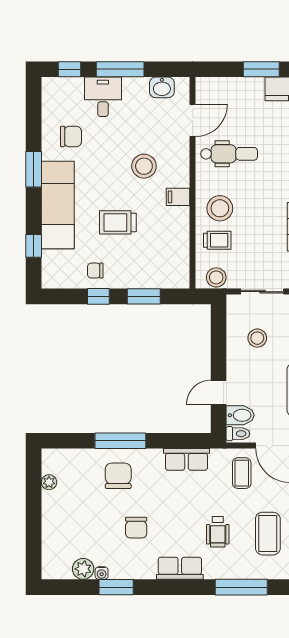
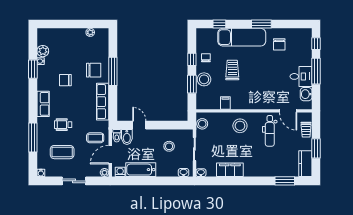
desk: (103, 97) -> (301, 76), moved
stool: (144, 166) -> (204, 79), moved
filing cabinet: (178, 197) -> (225, 103), moved
trolley: (217, 240) -> (306, 130), moved
row of seats: (186, 459) -> (103, 102), width x1.48

